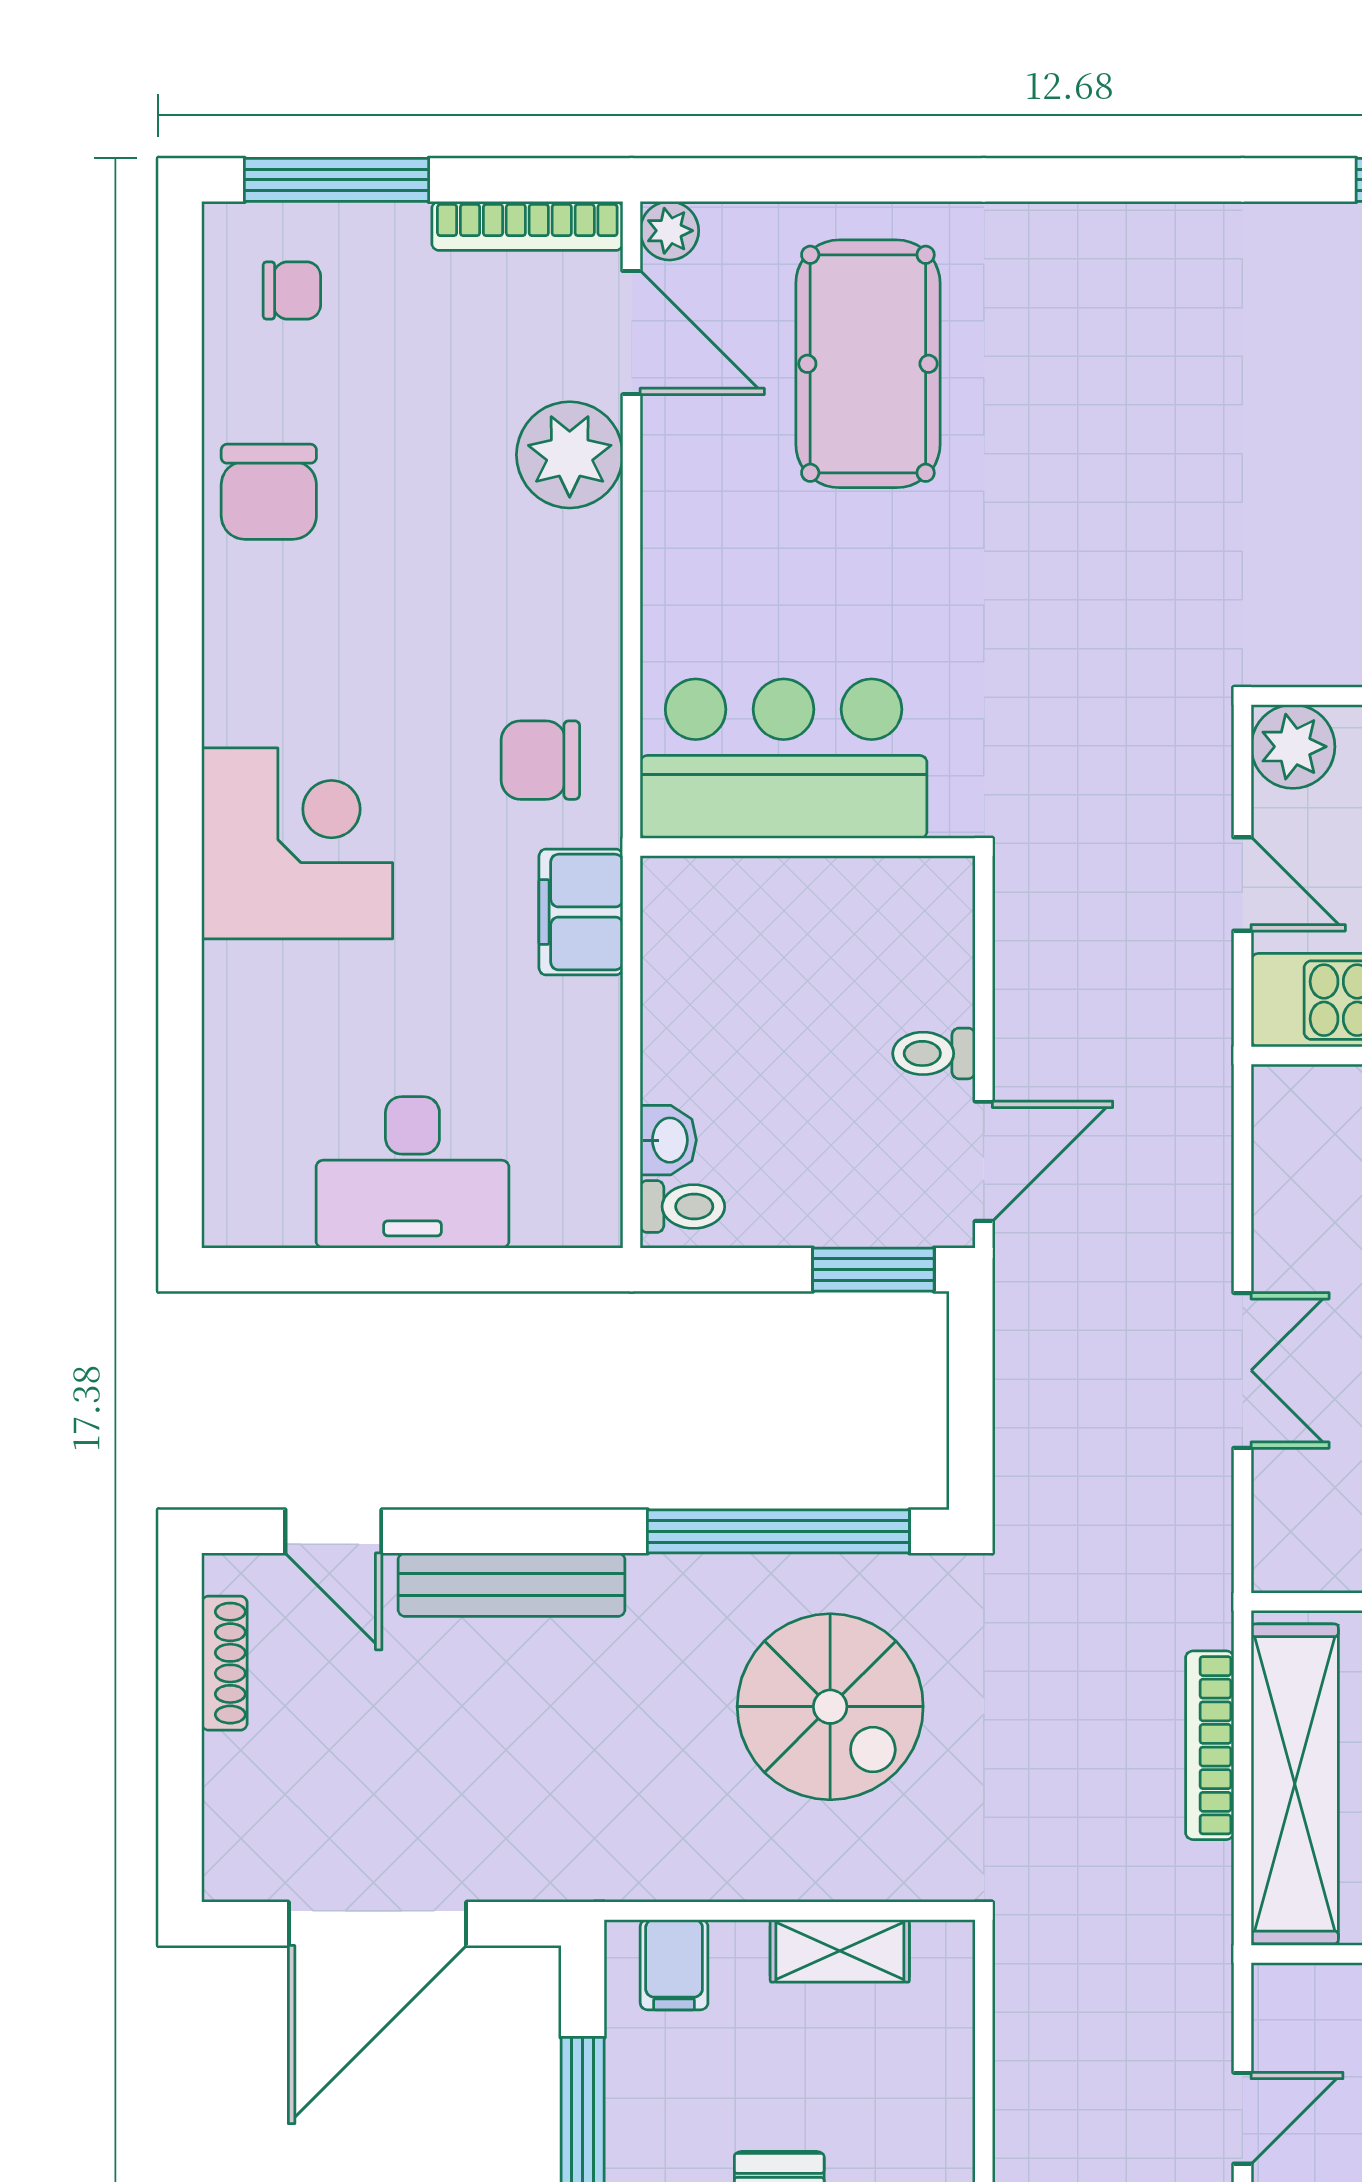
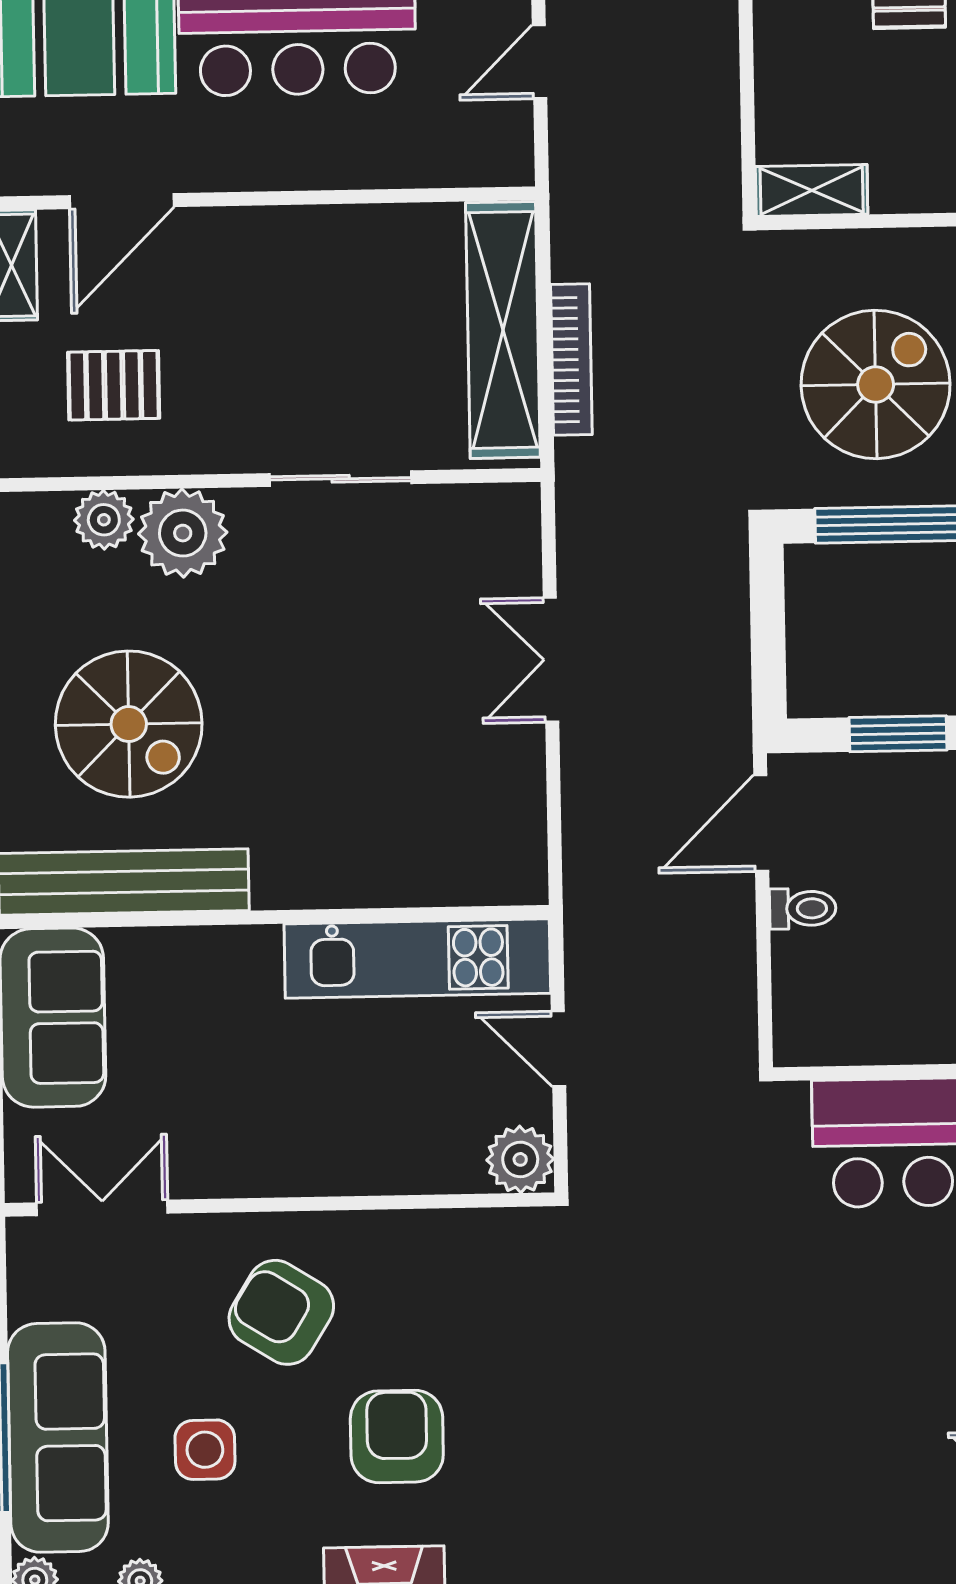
pool table: (868, 364) -> (866, 1459), removed
window: (873, 1270) -> (898, 734), moved
spiral stairs: (830, 1707) -> (876, 384), turned 90
shelving: (840, 1951) -> (812, 190), moved

